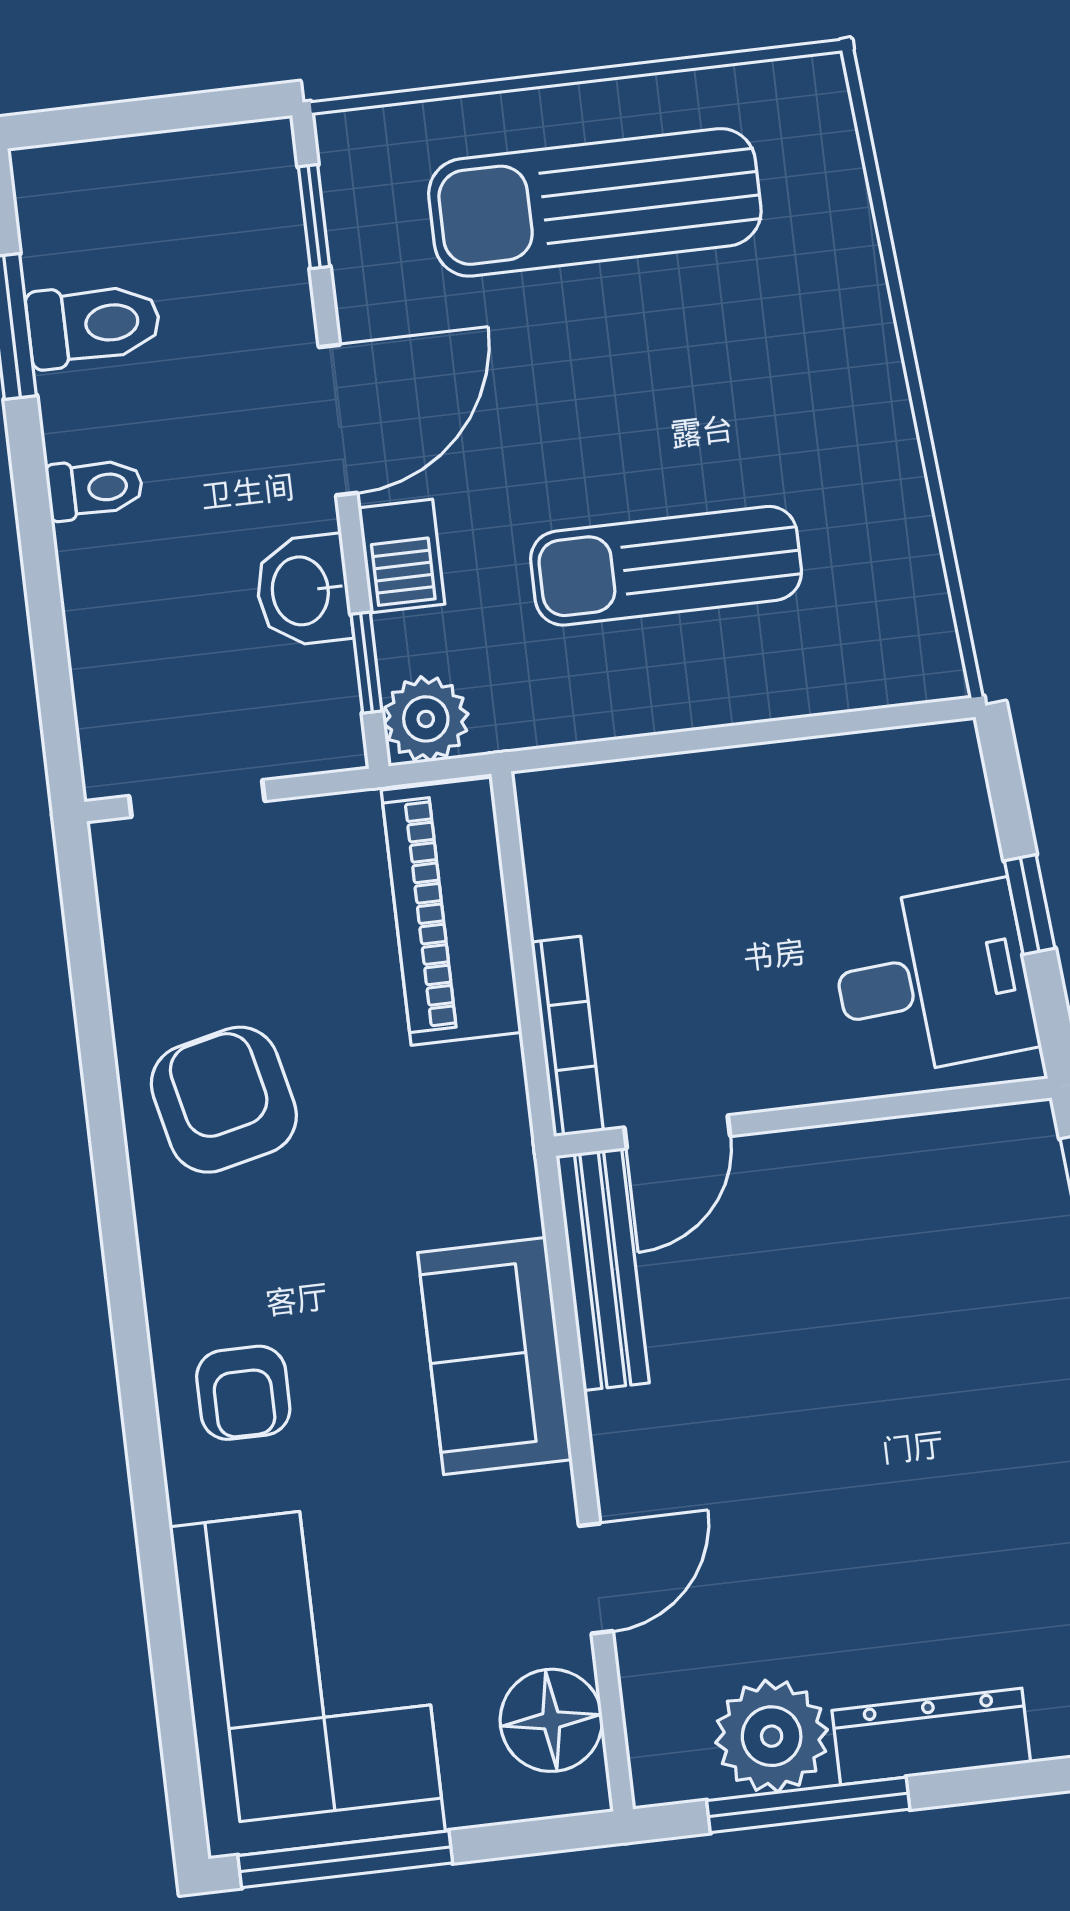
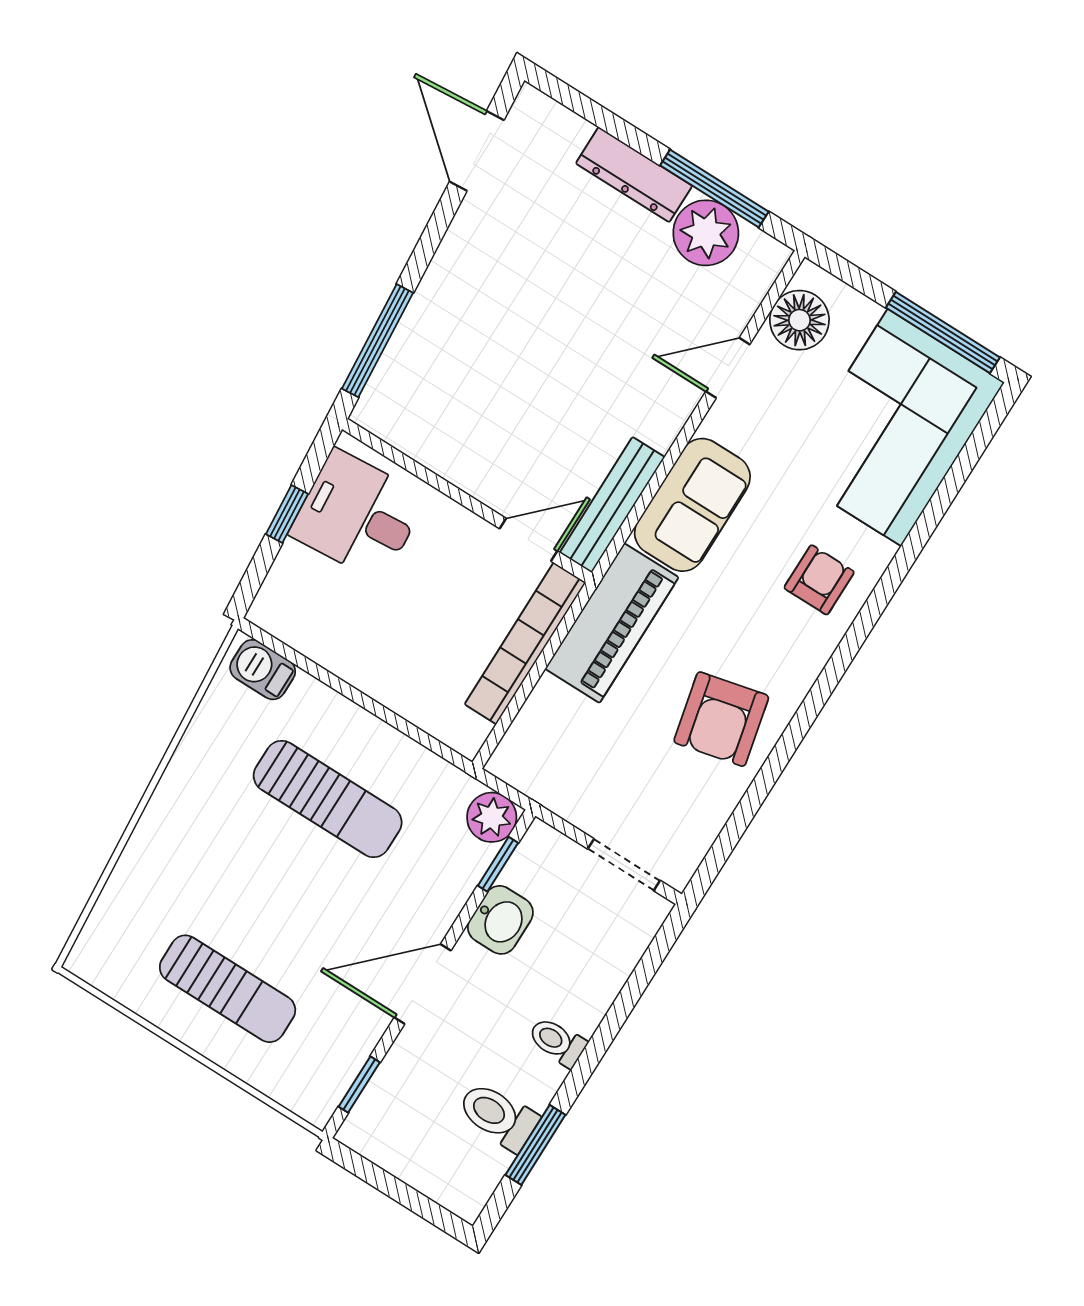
sun lounger: (595, 202) -> (228, 989), width x0.73, depth x0.75
barbecue: (401, 556) -> (263, 670), moved, turned -90
piano: (452, 911) -> (612, 623), moved
bookcase: (567, 1036) -> (525, 643), width x1.48, depth x1.31

